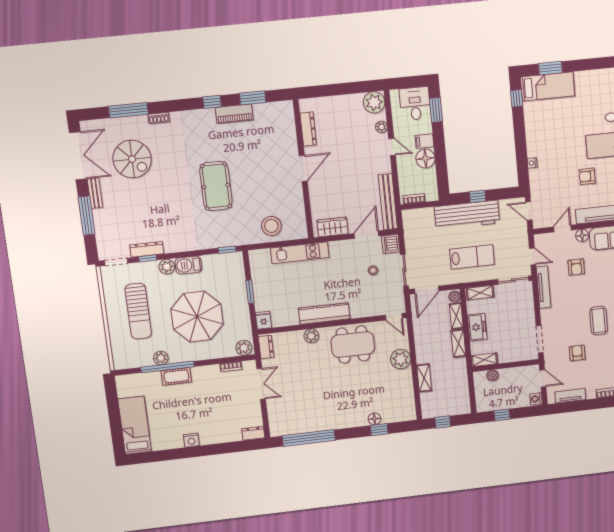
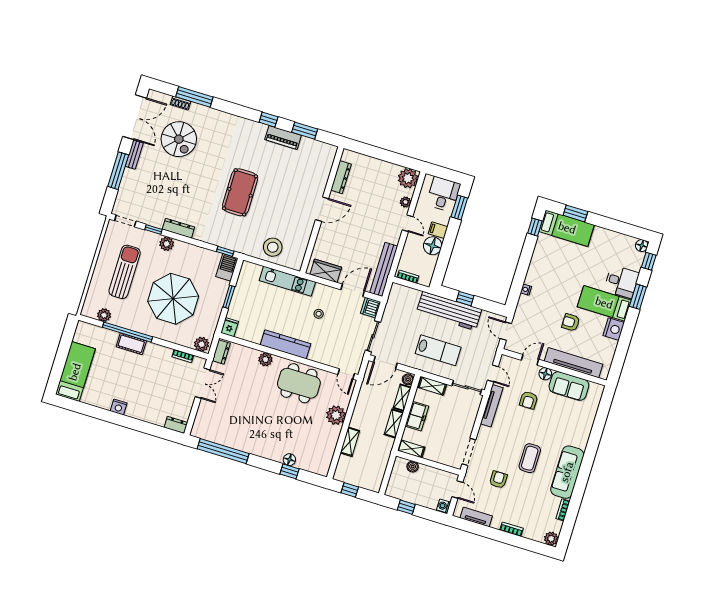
shoe rack: (159, 118) -> (180, 103), moved
dresser: (147, 249) -> (178, 228), moved
barbecue: (188, 265) -> (227, 267), moved, turned 90
stool: (373, 270) -> (319, 314), moved
sun lounger: (138, 311) -> (125, 272), turned 180
plant: (161, 358) -> (104, 315), moved

